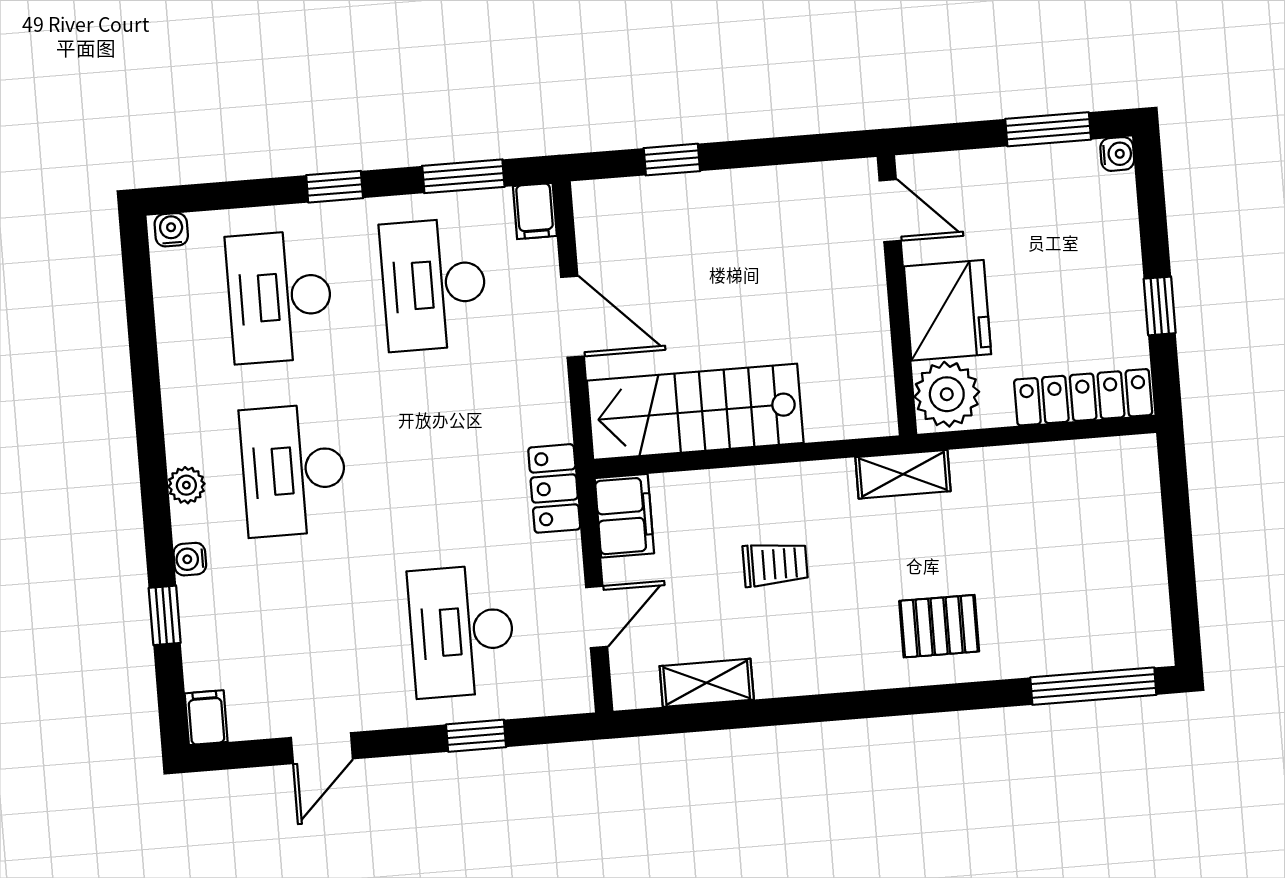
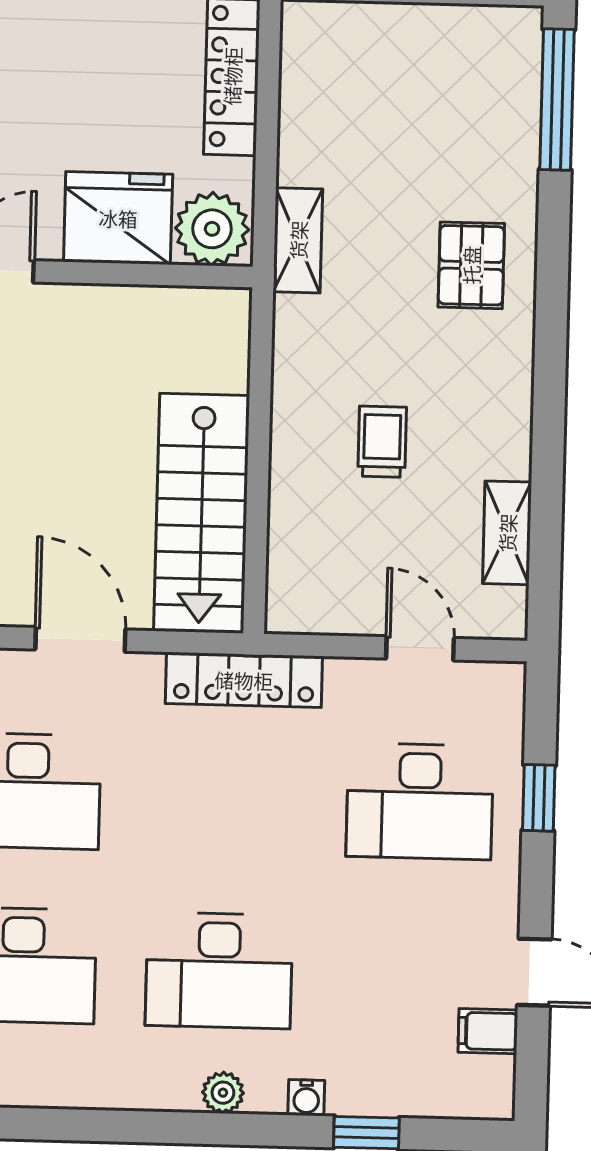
door: (572, 317) -> (80, 639), hinge flipped
shelving: (903, 474) -> (298, 240), moved
locker: (554, 488) -> (244, 680), width x1.53
filing cabinet: (624, 516) -> (310, 605), removed
filing cabinet: (206, 718) -> (488, 1031), moved

